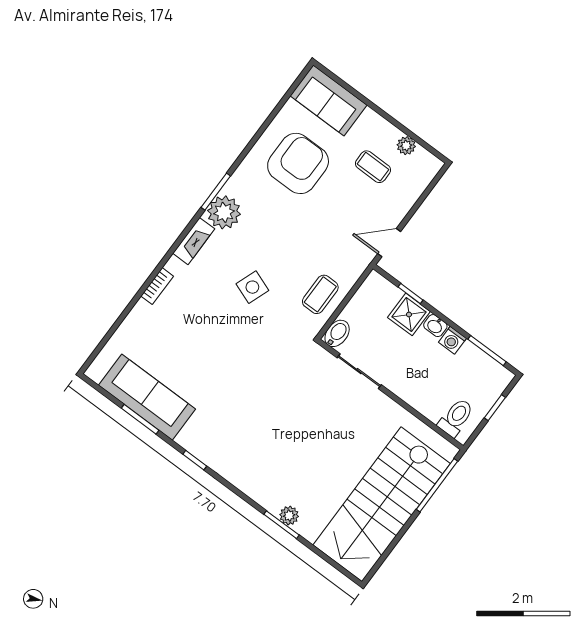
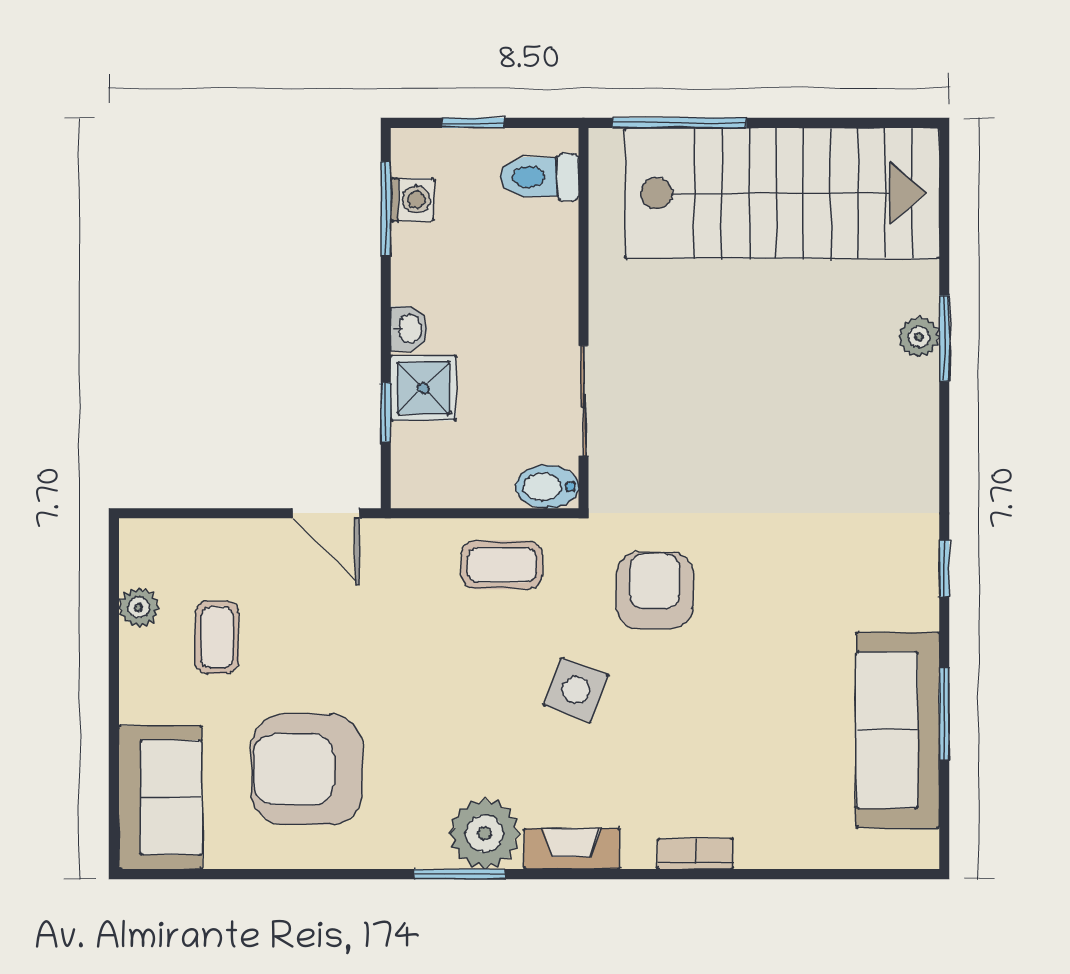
washing machine: (452, 340) -> (412, 200), moved
armchair: (268, 345) -> (655, 591), added

